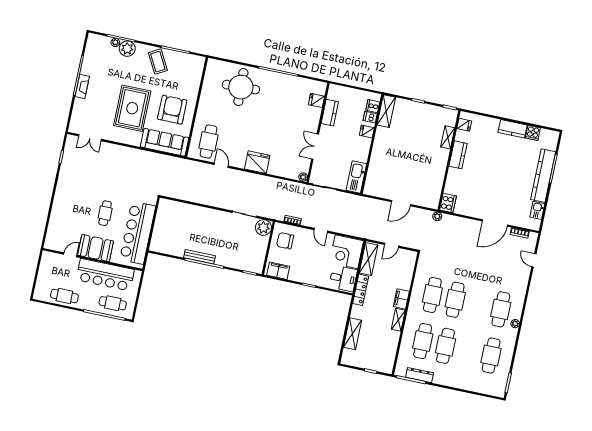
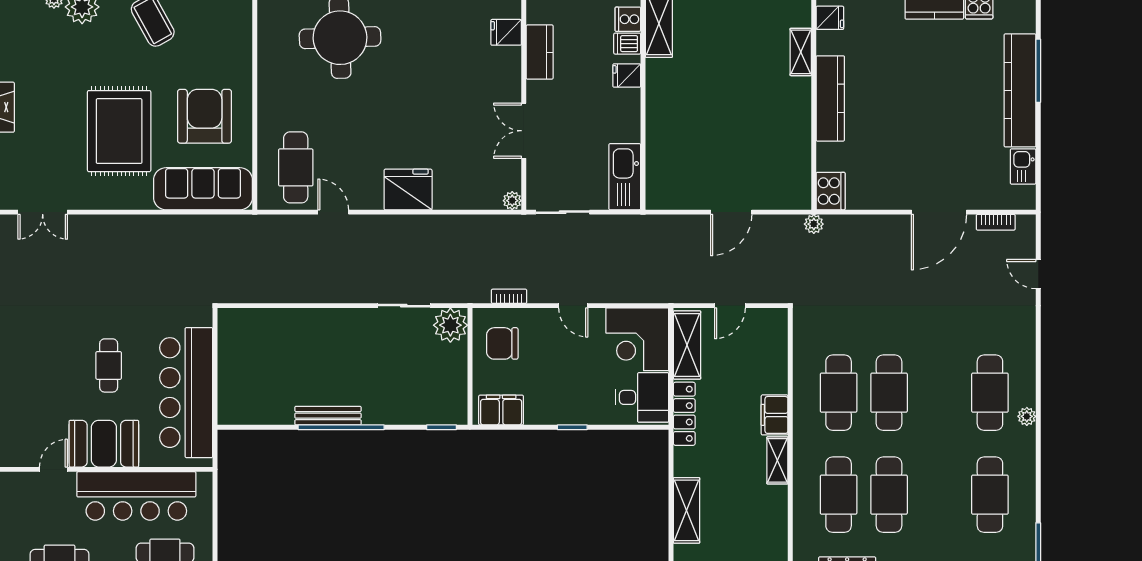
kitchen counter: (458, 155) -> (830, 98), width x1.50

